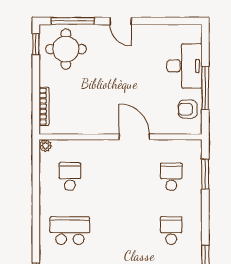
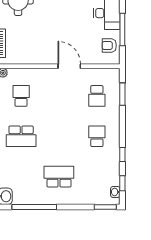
school desk: (171, 177) -> (97, 96), turned 180
school desk: (70, 231) -> (21, 136), turned 180

